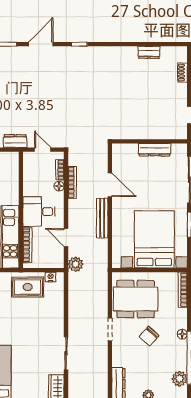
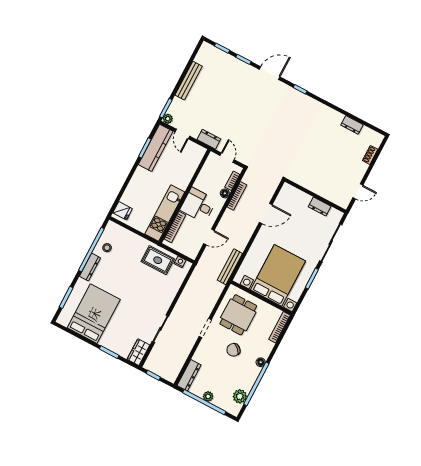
dresser: (155, 150) -> (320, 207), width x0.70
door: (110, 185) -> (266, 214), hinge flipped
bench: (102, 218) -> (230, 267), moved
door: (66, 238) -> (209, 237), swing flipped
plant: (76, 264) -> (205, 262), removed
dining table: (136, 299) -> (238, 315), width x0.73

